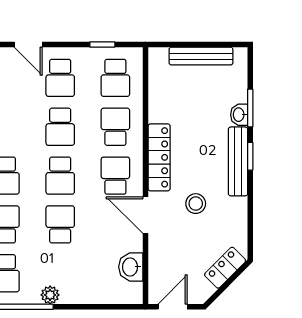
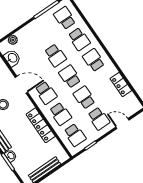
school desk: (60, 78) -> (99, 119), turned 180
school desk: (115, 78) -> (75, 135), turned 180
locker: (159, 157) -> (41, 125), moved
plant: (50, 295) -> (13, 40), moved

